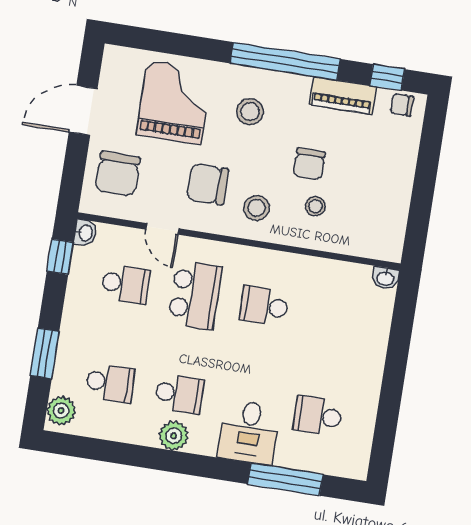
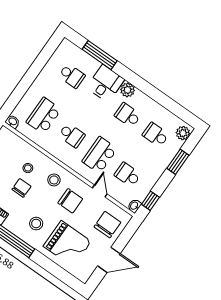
grand piano: (174, 102) -> (67, 244), turned -90
school desk: (333, 317) -> (44, 116), added
plant: (174, 436) -> (128, 90), moved

